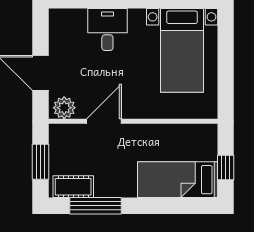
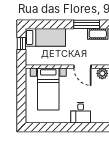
bed with nightstands: (182, 50) -> (48, 89), moved, turned 180
door: (104, 121) -> (82, 67), hinge flipped

